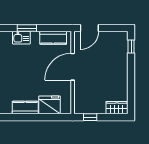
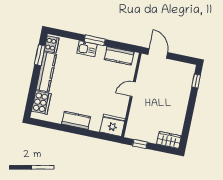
door: (89, 28) -> (158, 53), swing flipped
door: (73, 67) -> (133, 89), width x0.53
fridge: (49, 105) -> (113, 125), moved

